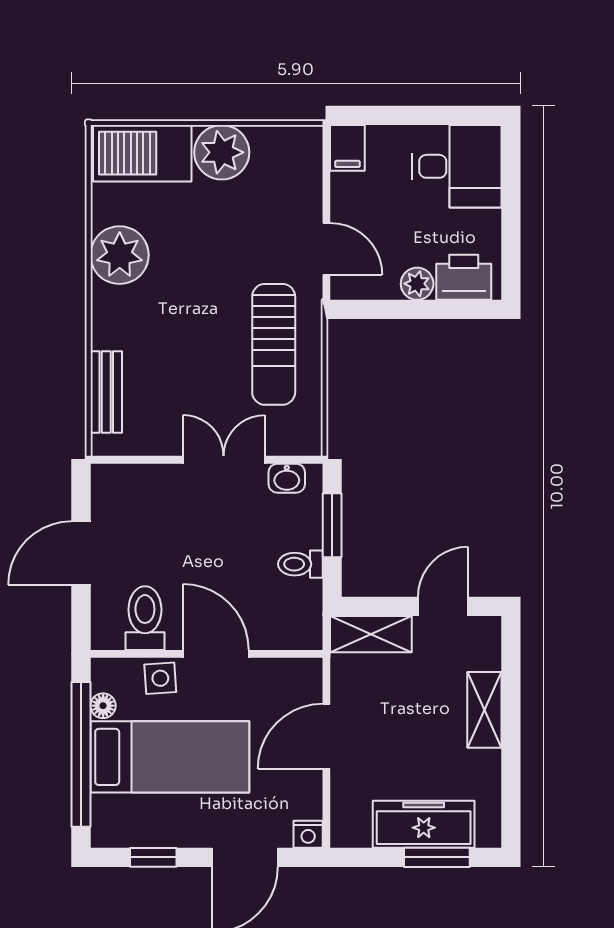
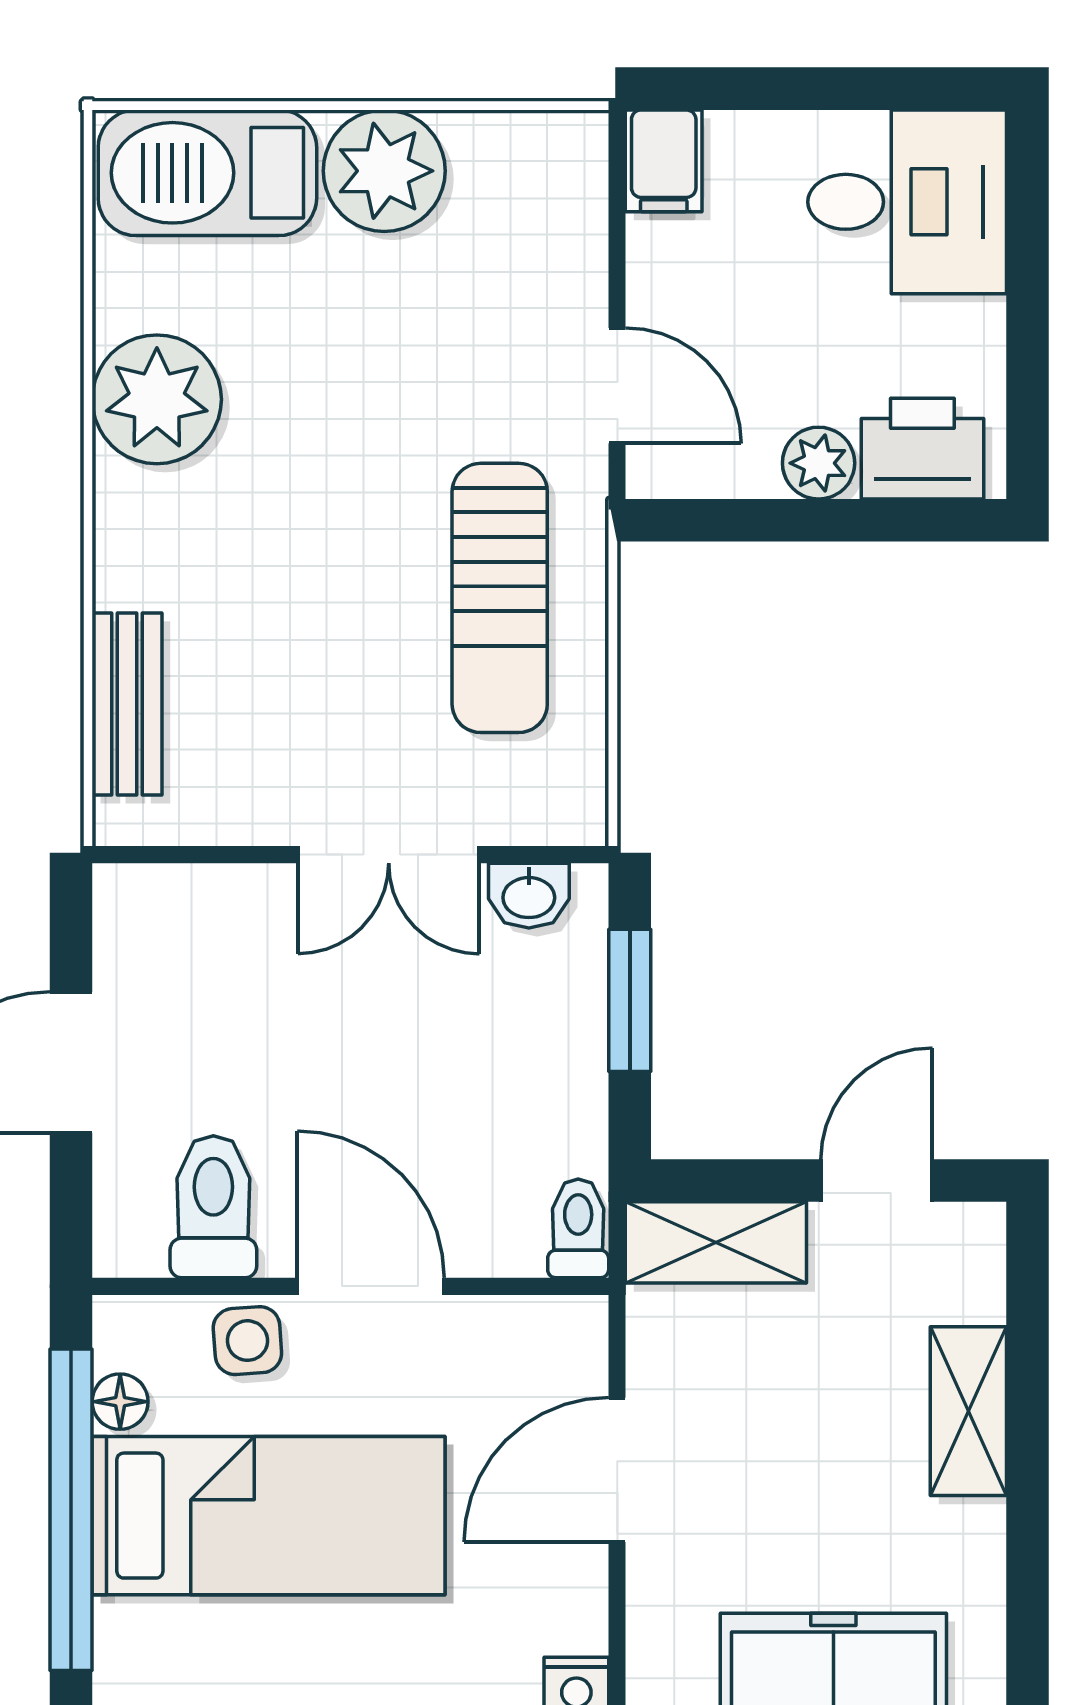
double door: (224, 460) -> (389, 855), swing flipped
toilet: (300, 564) -> (578, 1228), moved, turned 90

